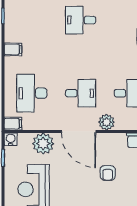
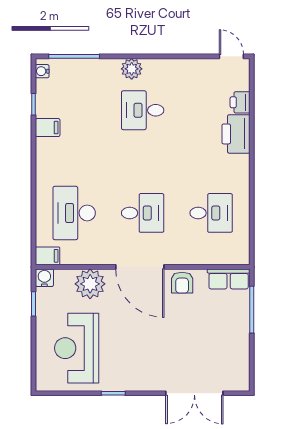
filing cabinet: (13, 49) -> (48, 128), moved
plant: (107, 122) -> (179, 254), removed
armchair: (108, 173) -> (182, 283), moved

